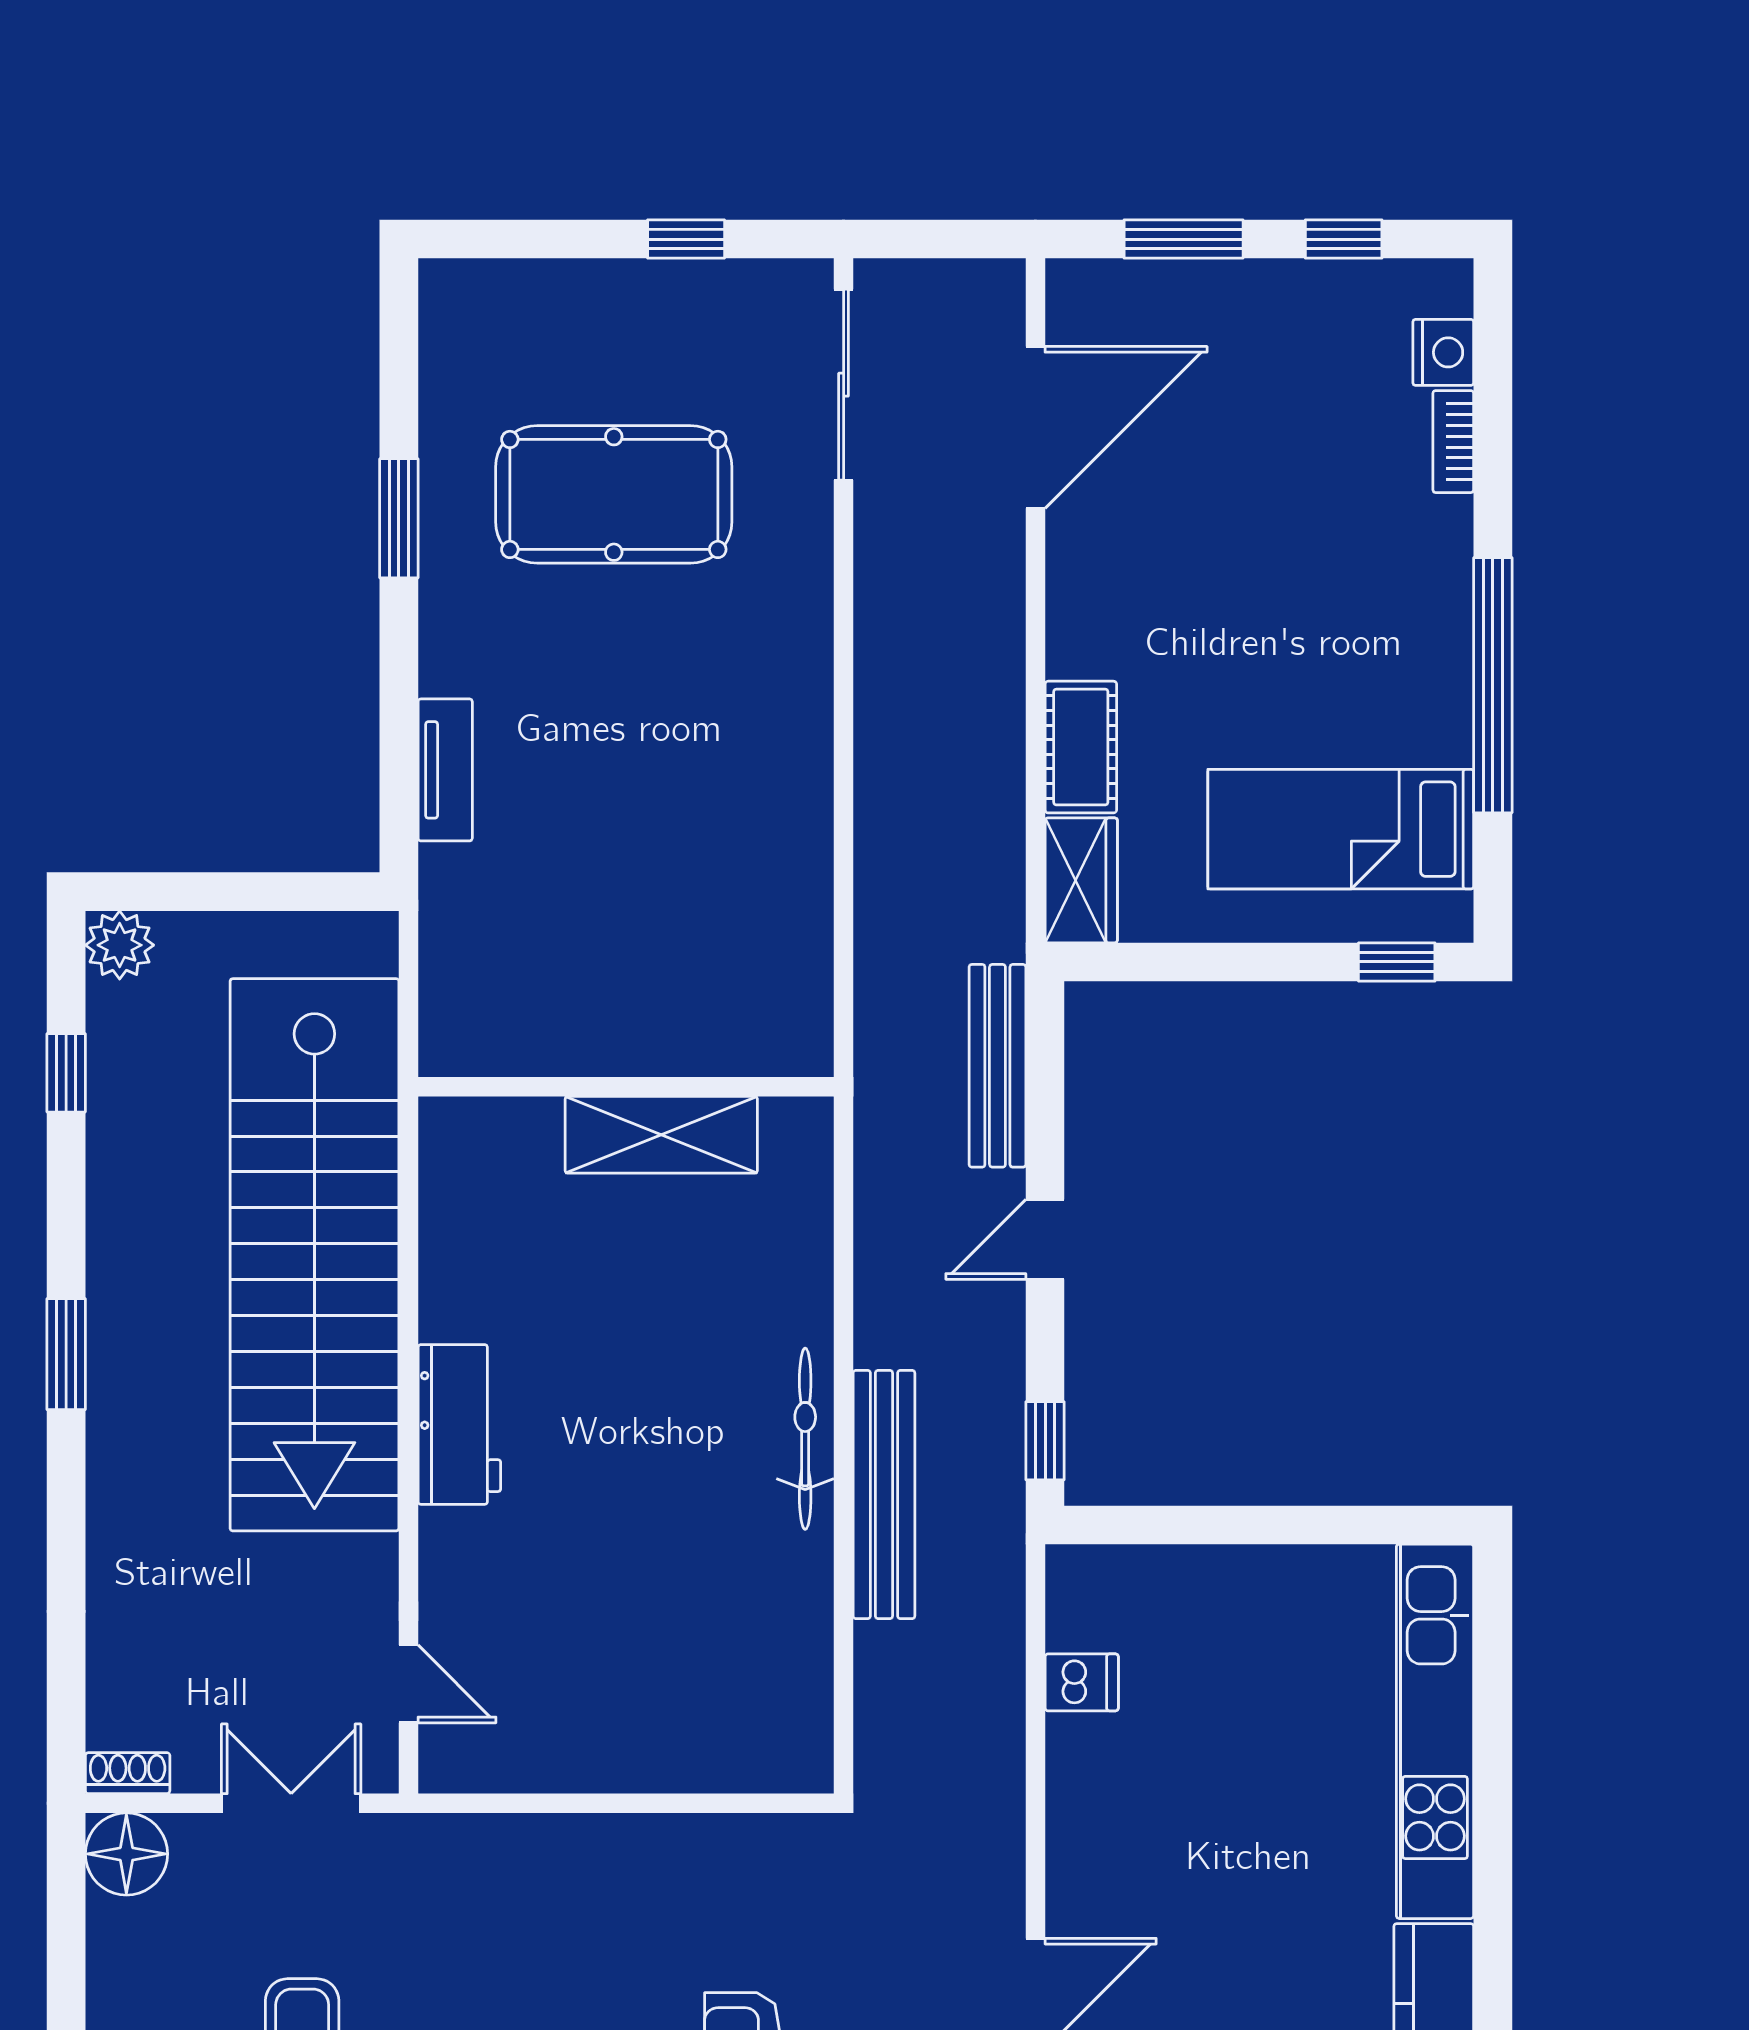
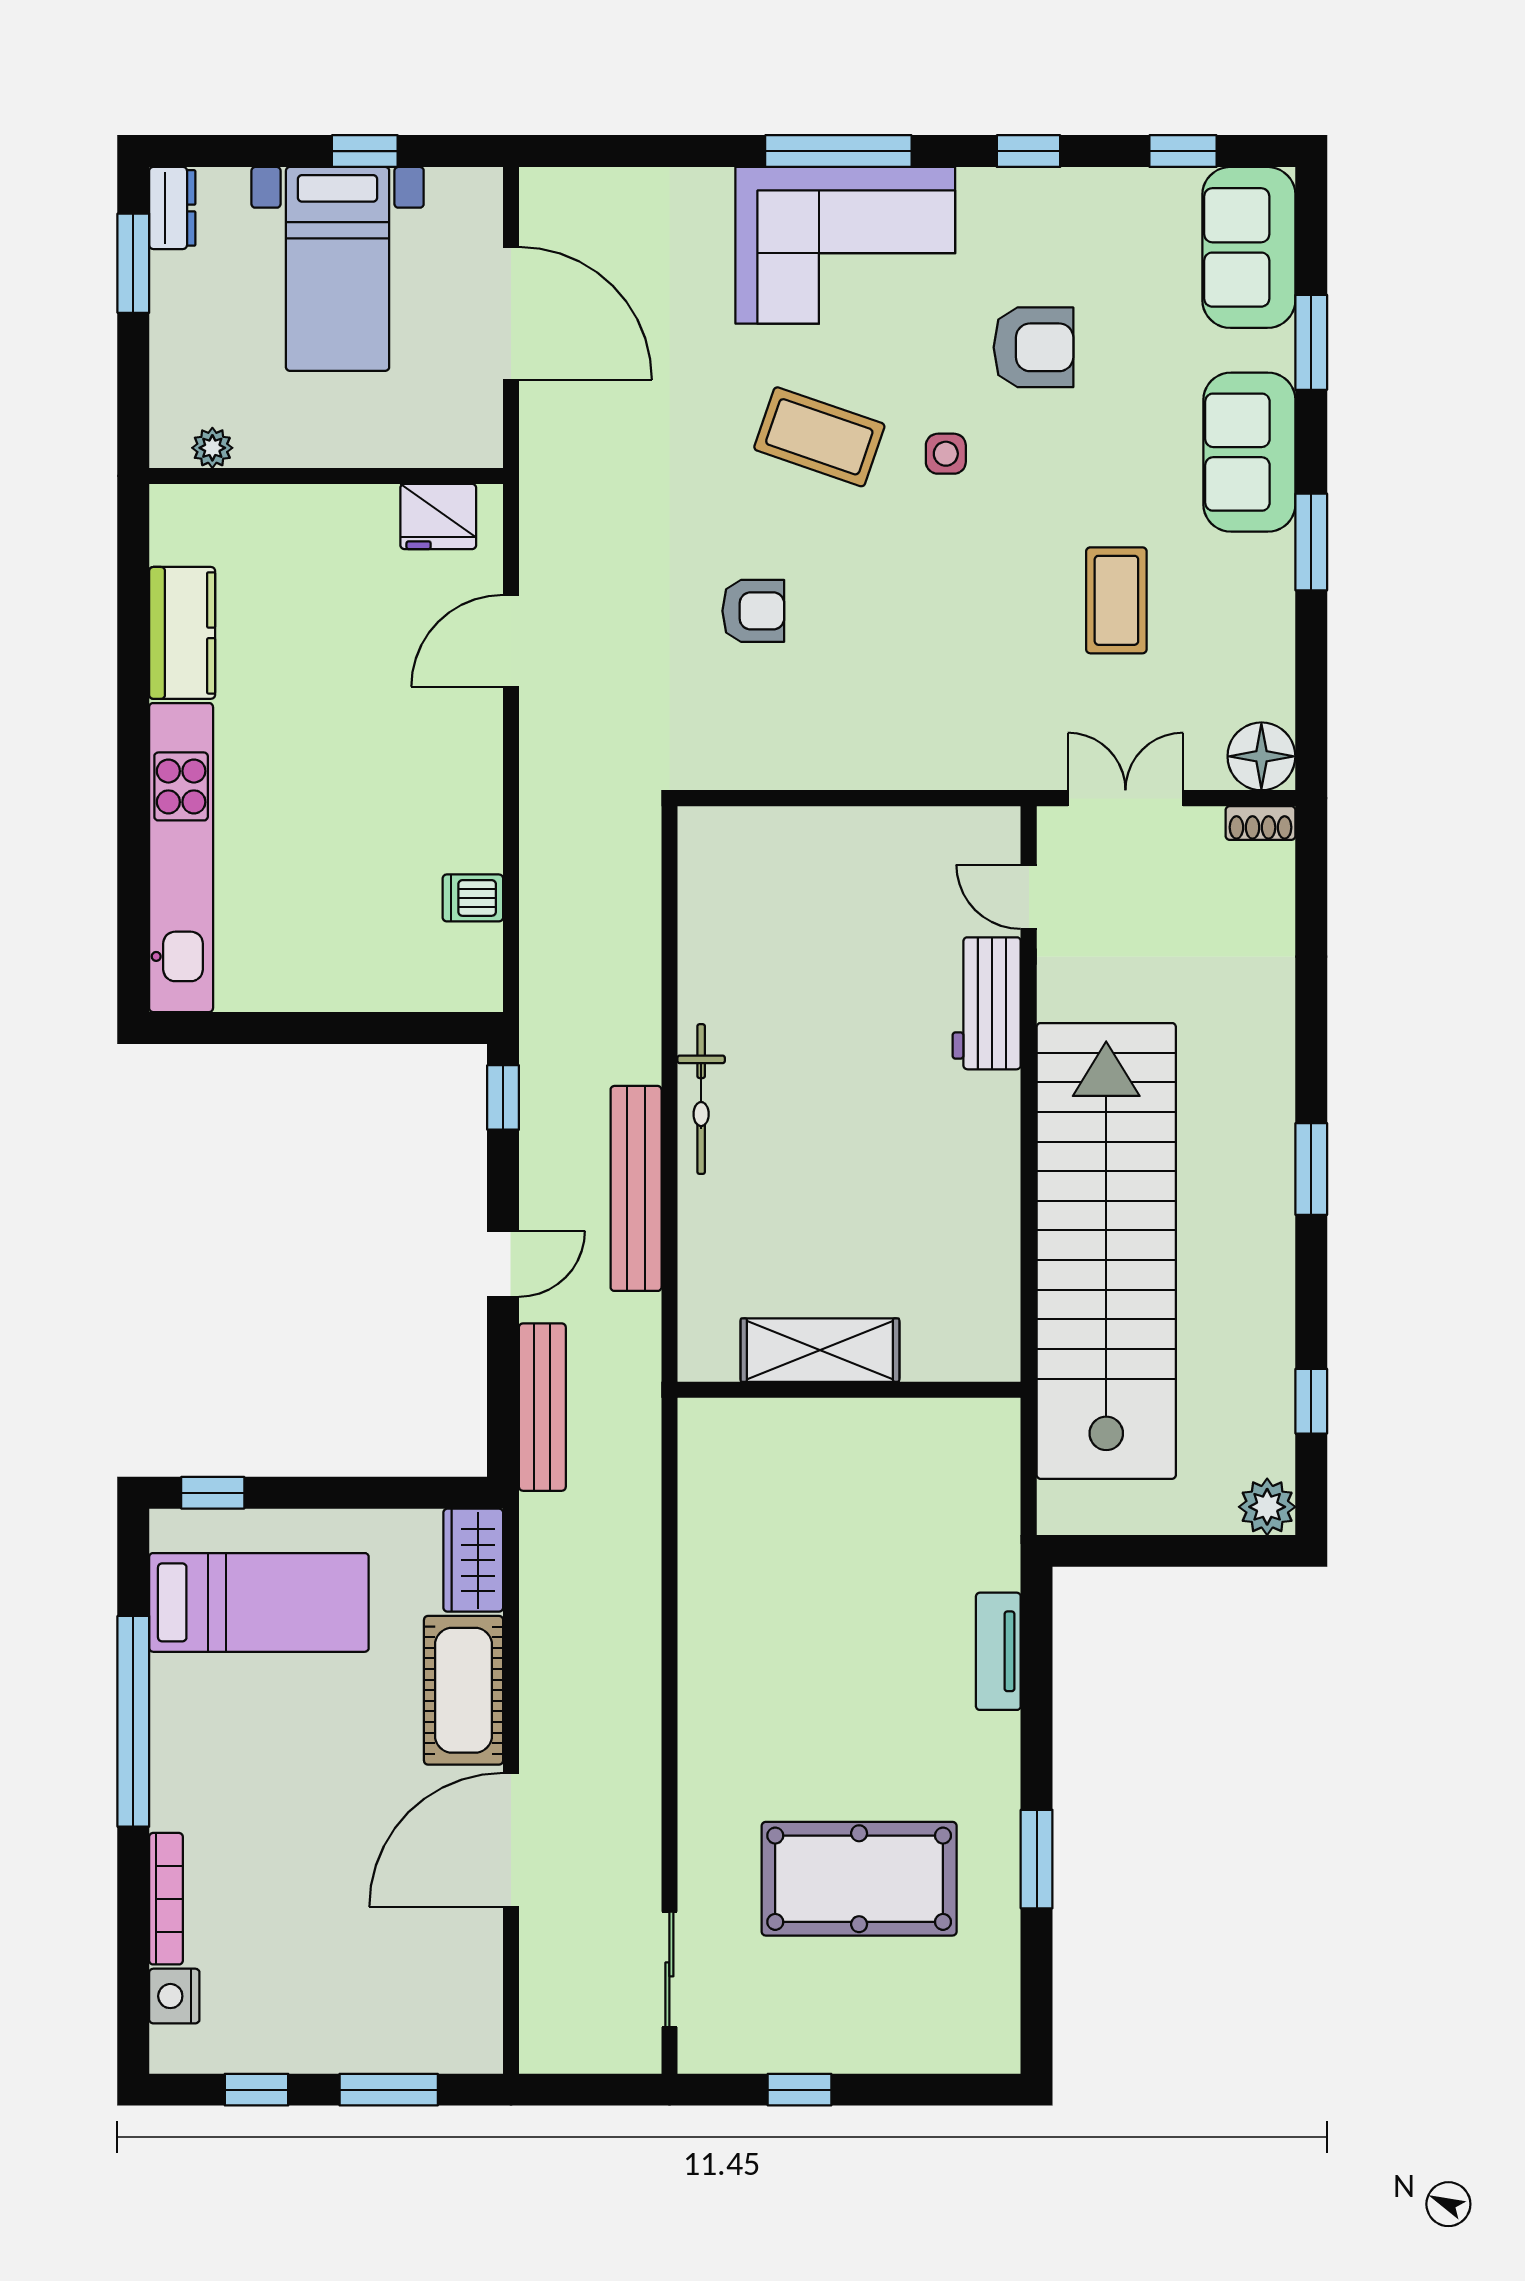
sliding door: (844, 385) -> (669, 1969), width x0.73
door: (1035, 427) -> (511, 1840), moved
bookcase: (1453, 442) -> (166, 1899), width x1.56
cot: (1081, 747) -> (464, 1690), width x1.37, depth x1.34
workbench: (459, 1424) -> (987, 1003), moved
bench: (884, 1495) -> (636, 1188), moved
double door: (291, 1803) -> (1125, 798), swing flipped

